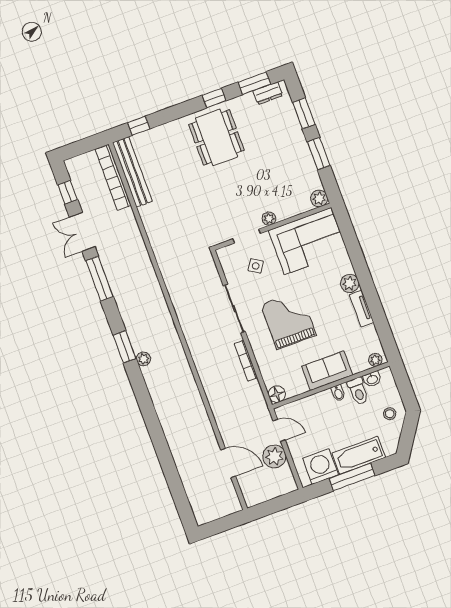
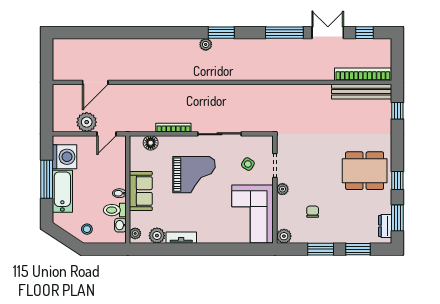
chair: (281, 177) -> (313, 212), added
plant: (350, 283) -> (157, 236), moved
floor lamp: (277, 394) -> (151, 143), moved

